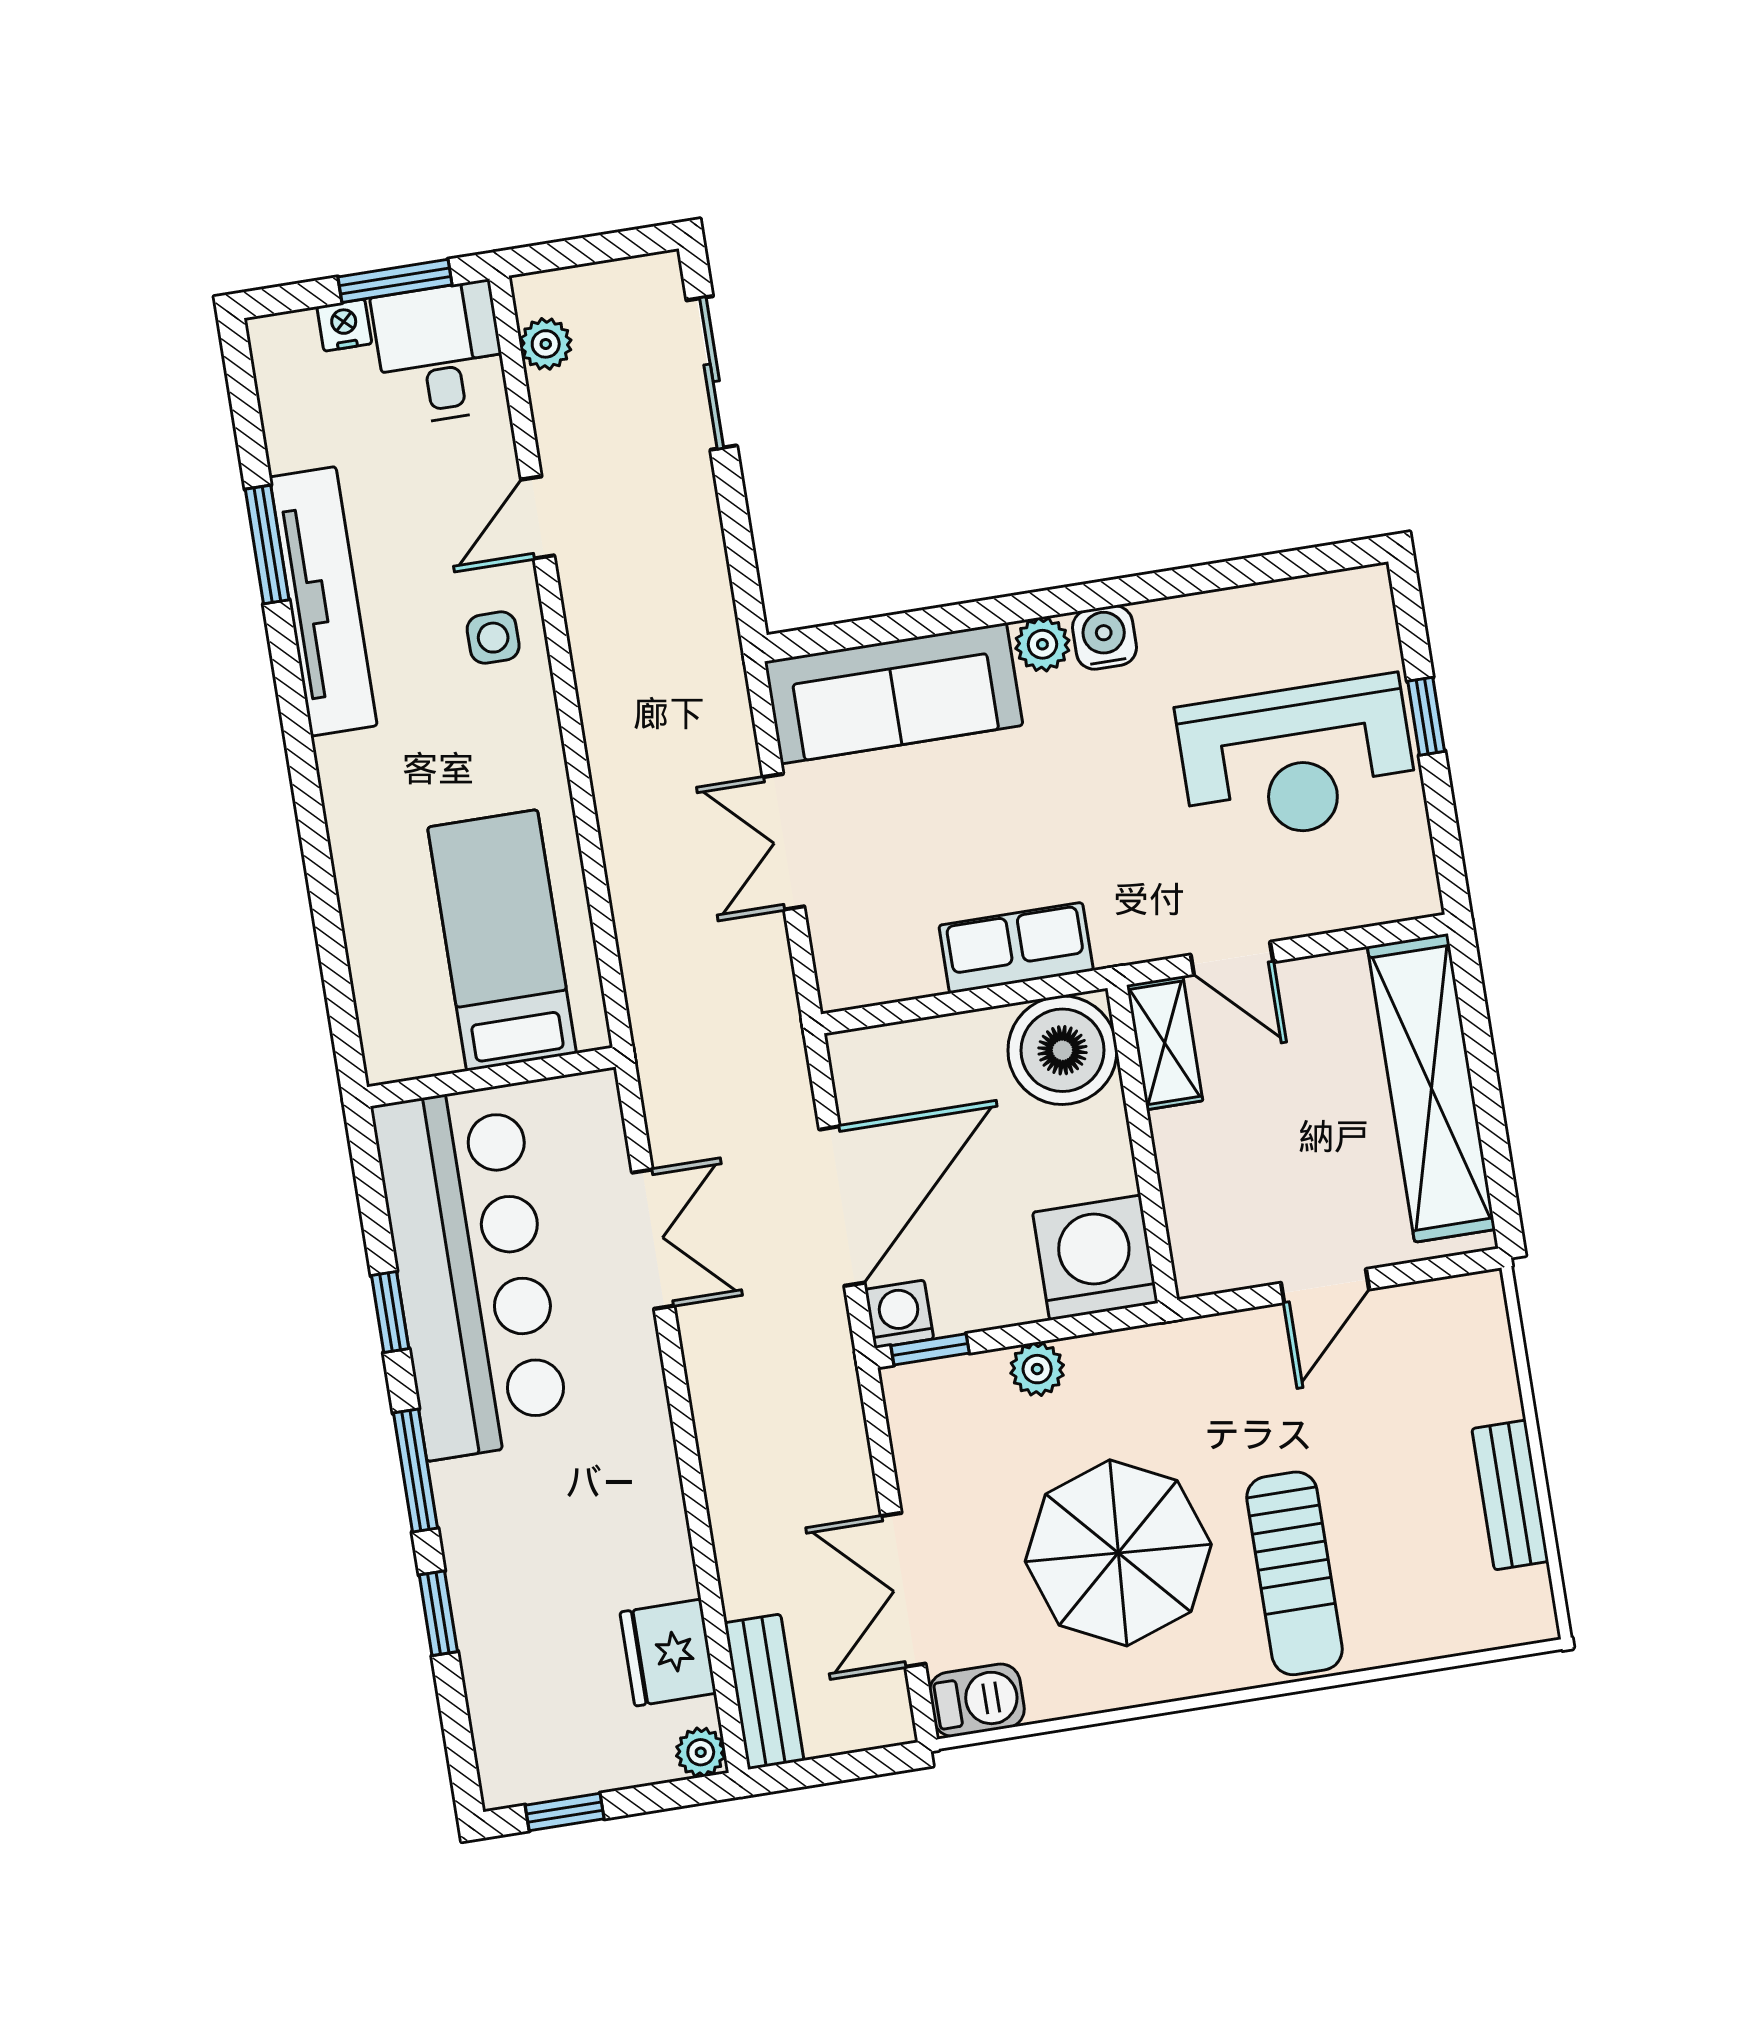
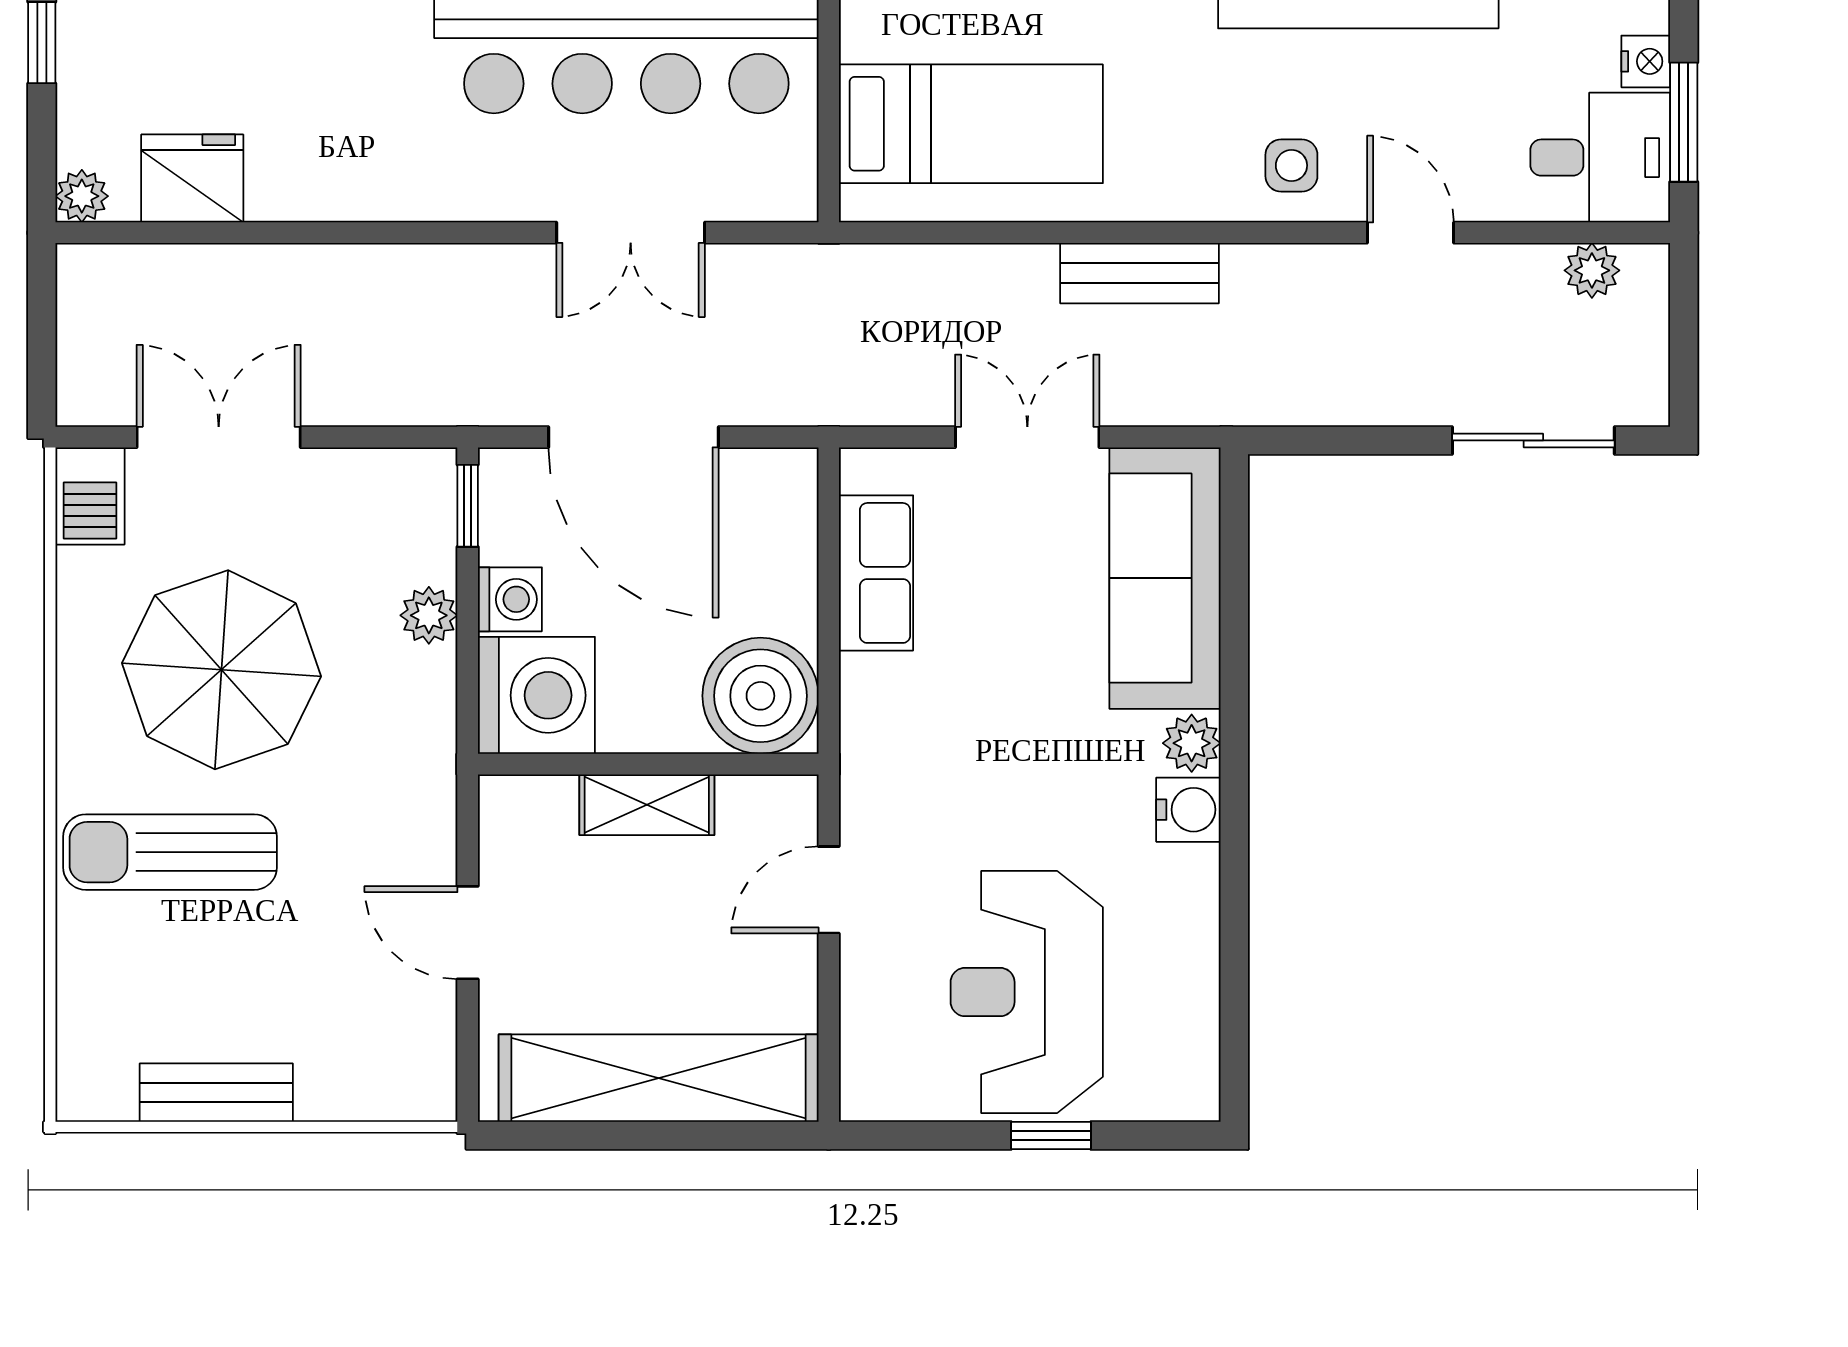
row of seats: (1016, 948) -> (876, 573), moved
shelving: (1165, 1043) -> (647, 805), moved
washing machine: (899, 1314) -> (510, 599), moved
bench: (764, 1692) -> (1140, 273), moved

